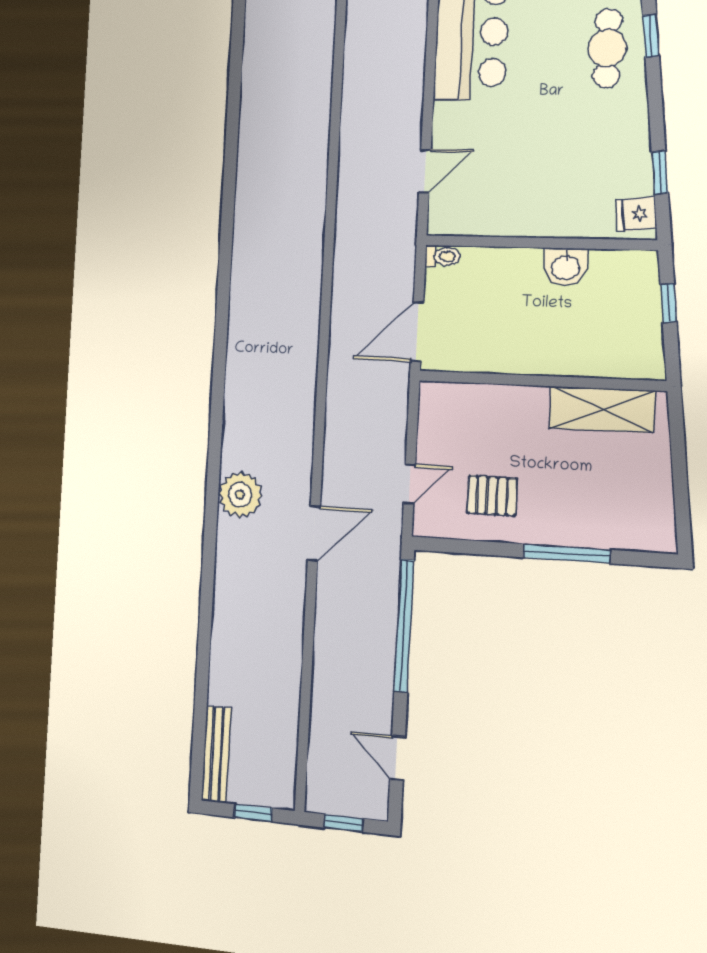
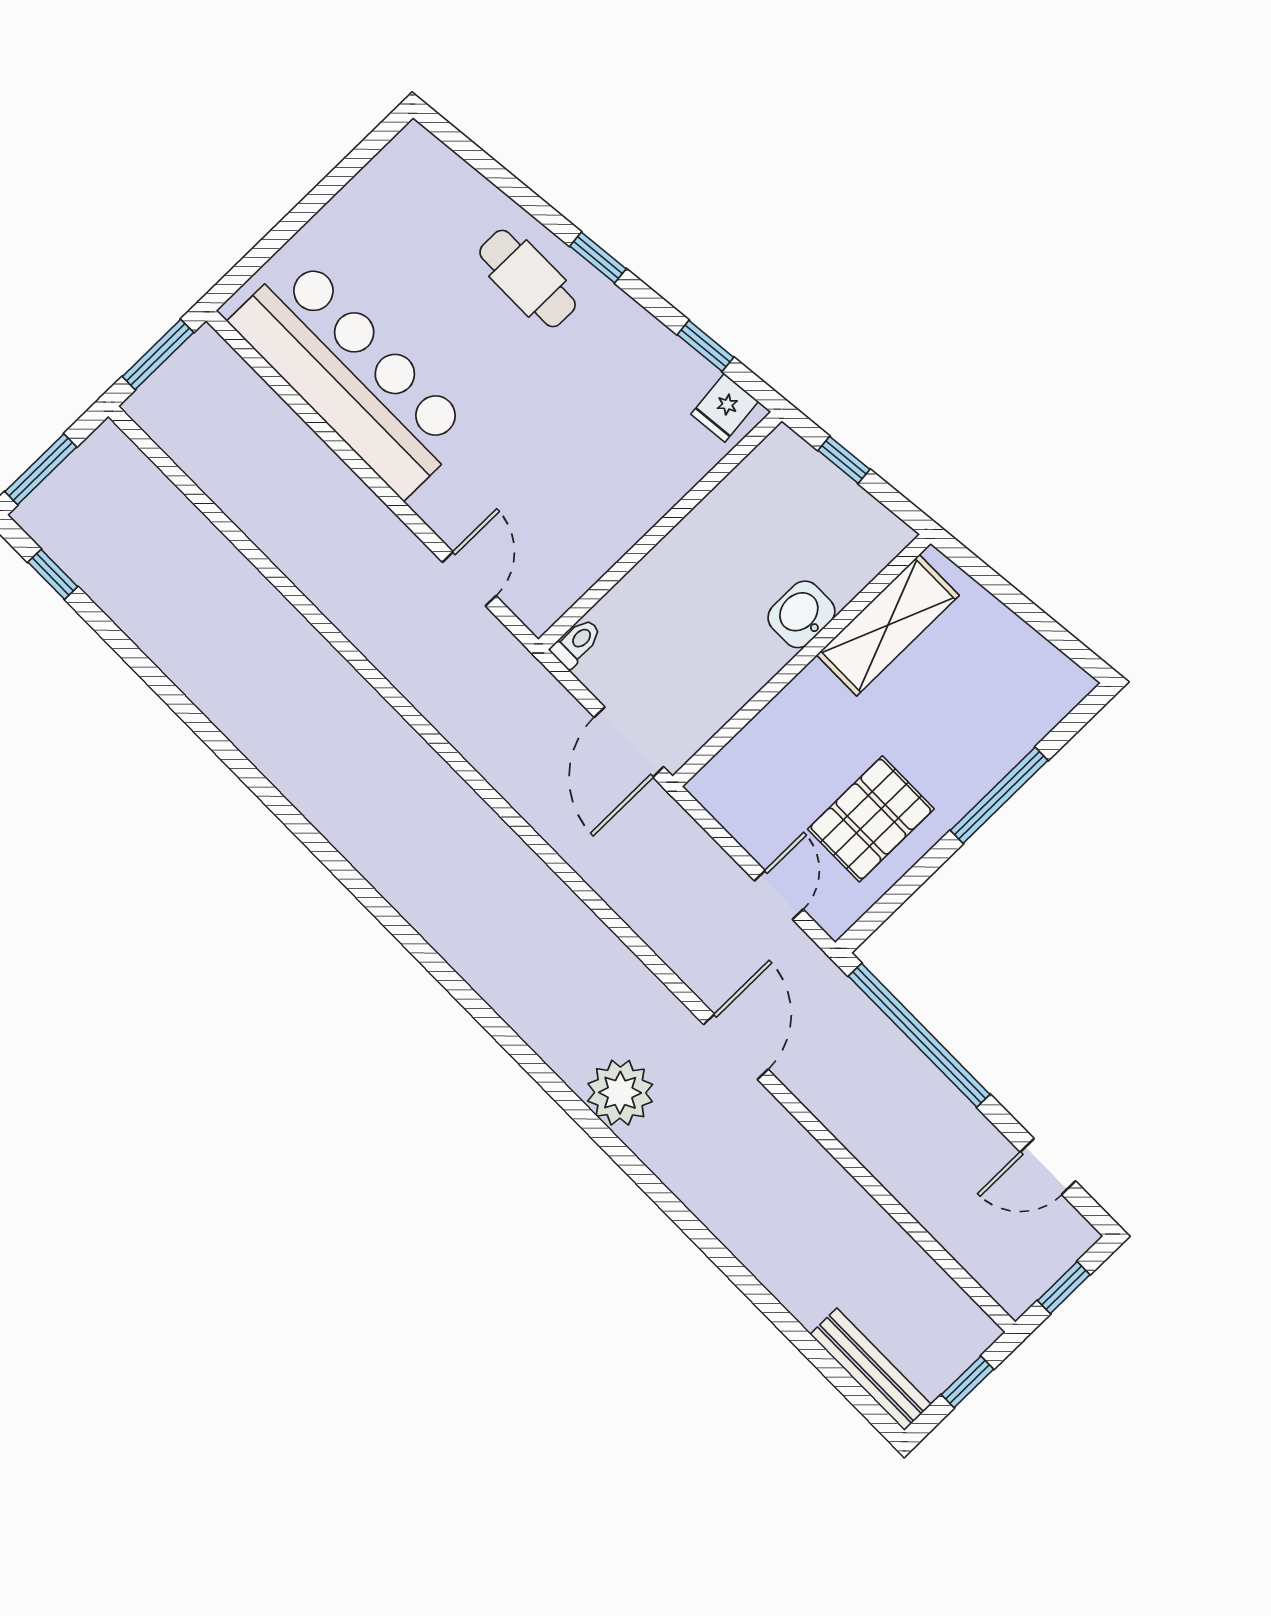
window: (651, 36) -> (598, 257), moved
washbasin: (565, 267) -> (801, 614), moved, turned 180
pallet: (492, 496) -> (871, 819), width x1.50, depth x1.42

